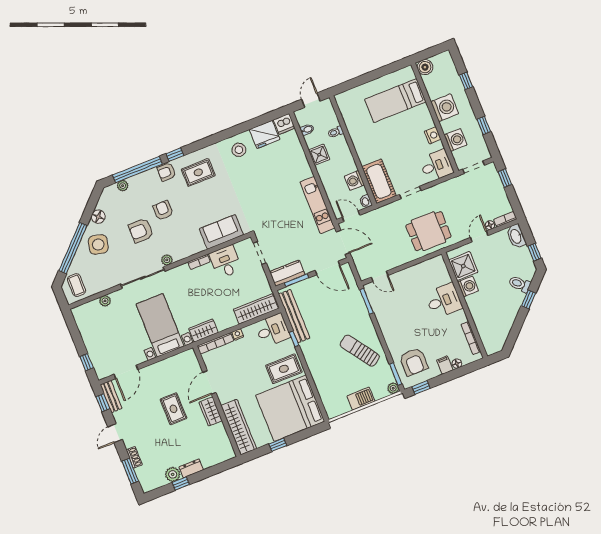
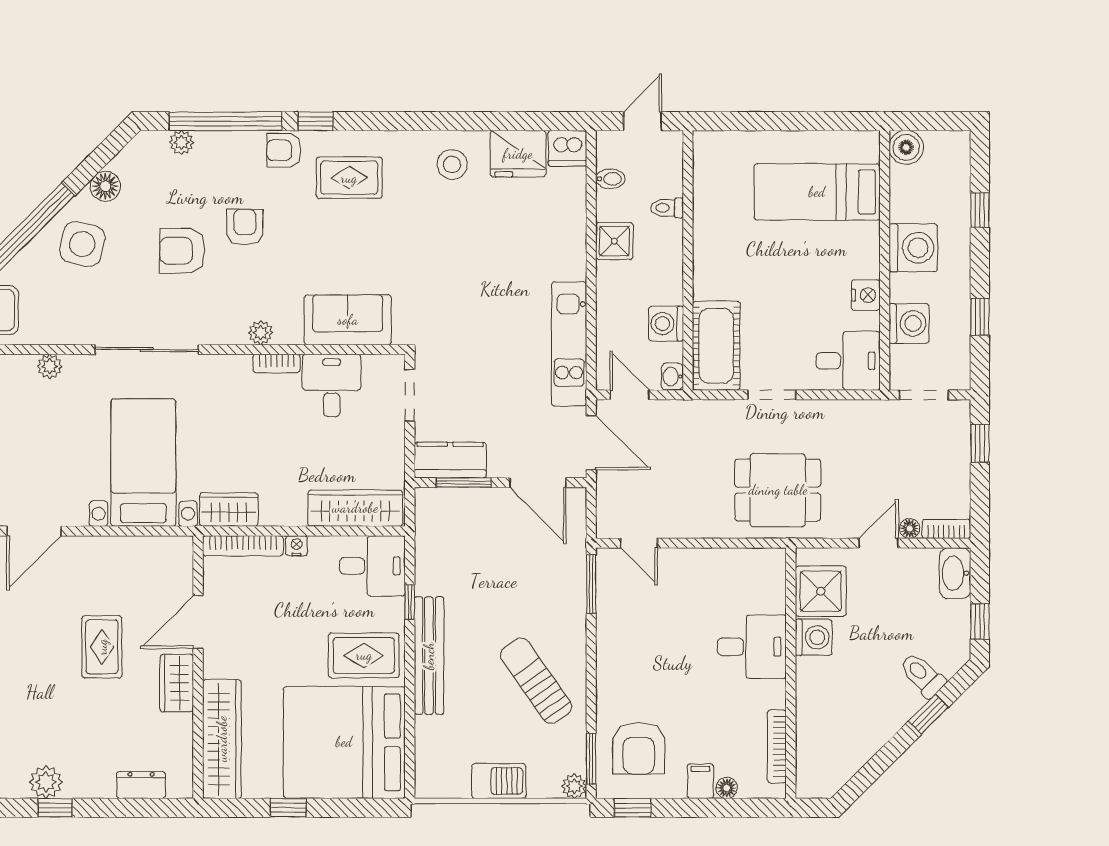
plant: (167, 260) -> (261, 333), moved
bench: (294, 316) -> (429, 656), moved
dresser: (191, 468) -> (141, 785), moved

